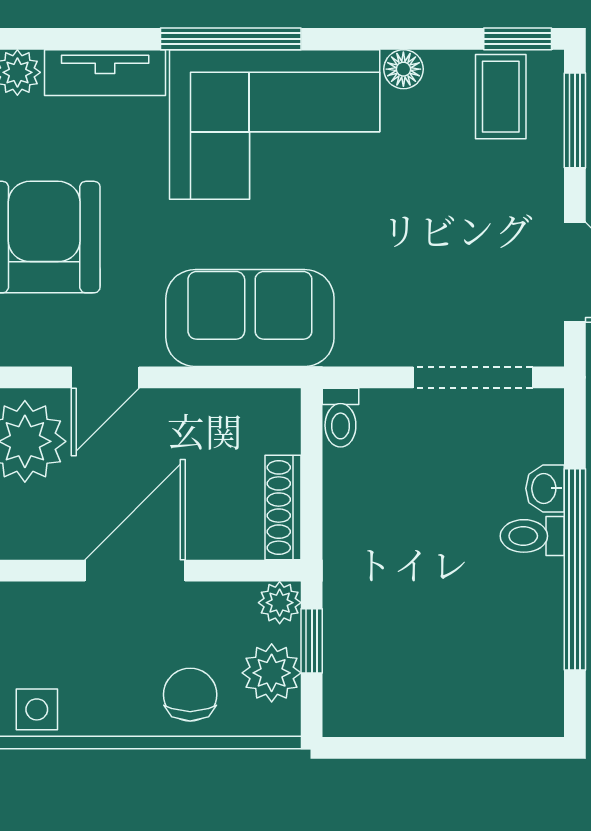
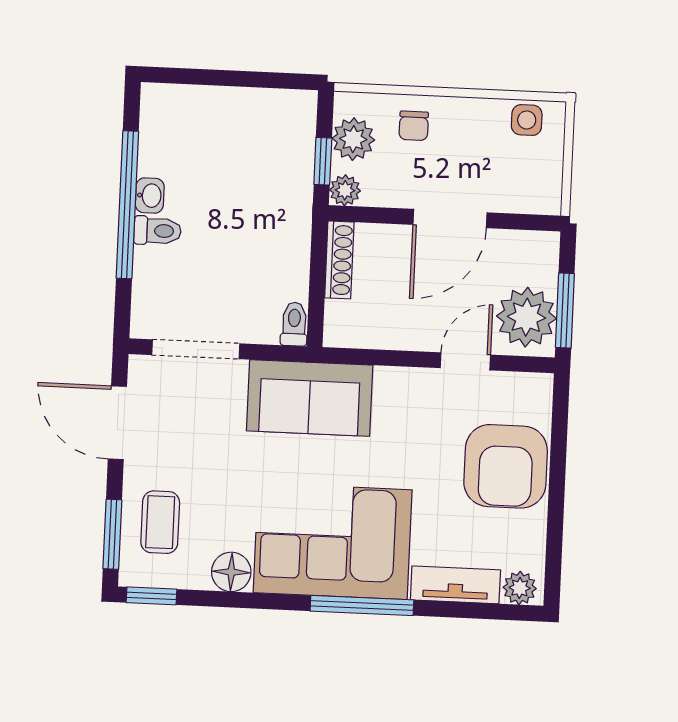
floor lamp: (403, 69) -> (231, 572), width x1.37, depth x1.37
coffee table: (501, 97) -> (160, 522), moved
sofa: (250, 318) -> (310, 398), moved
washbasin: (545, 488) -> (150, 195), moved
chair: (190, 695) -> (414, 126), width x0.73, depth x0.73

